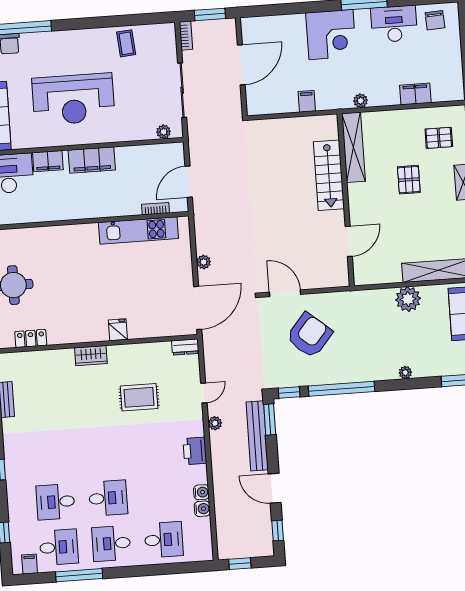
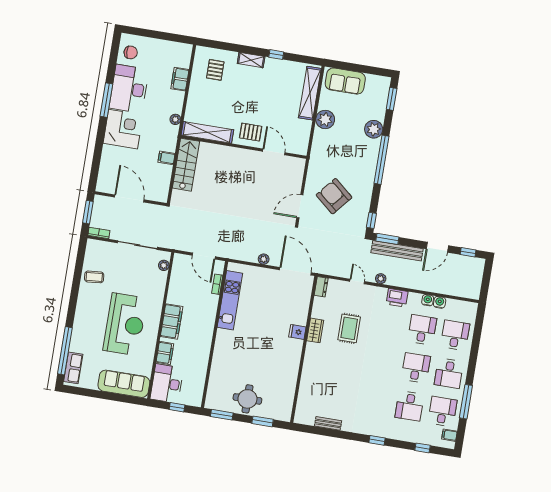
desk: (394, 24) -> (129, 89), width x1.36, depth x1.30
stairs: (329, 175) -> (186, 165), moved, turned -90
pallet: (409, 180) -> (251, 132), moved
locker: (31, 338) -> (289, 396), removed
wardrobe: (91, 356) -> (315, 330), moved
plant: (405, 373) -> (374, 129), width x1.87, depth x1.87
window: (341, 389) -> (381, 160), moved
desk: (160, 494) -> (422, 330), added
window: (240, 564) -> (485, 285), removed

